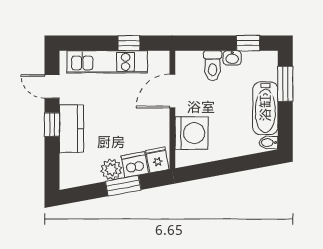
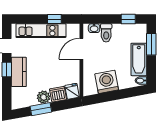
washbasin: (232, 58) -> (94, 28), moved
washing machine: (192, 133) -> (107, 82), moved, turned -101
window: (123, 186) -> (41, 109), moved

